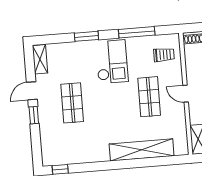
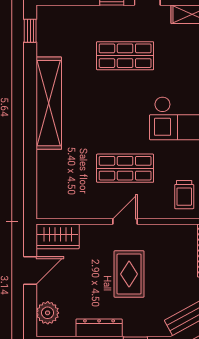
shelving: (142, 150) -> (49, 103), moved

